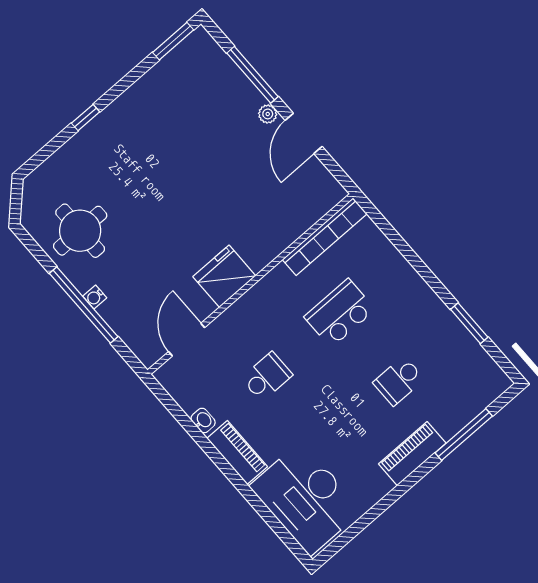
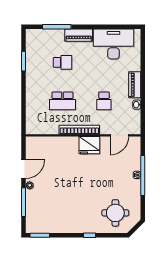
round table: (80, 231) -> (115, 213), moved
bookcase: (325, 237) -> (79, 130), moved
school desk: (267, 377) -> (104, 101), turned -90
desk: (306, 498) -> (113, 44), moved, turned -90

